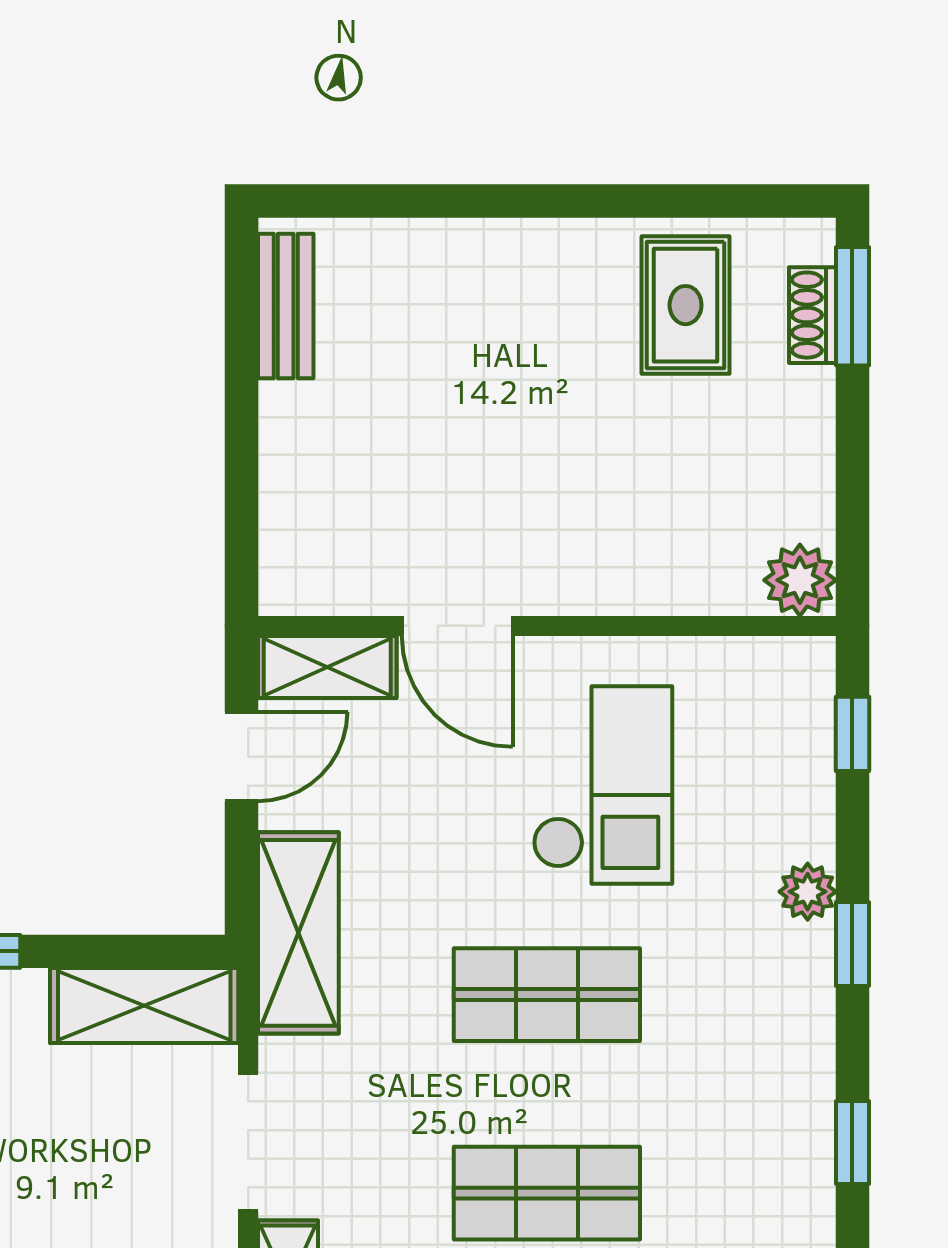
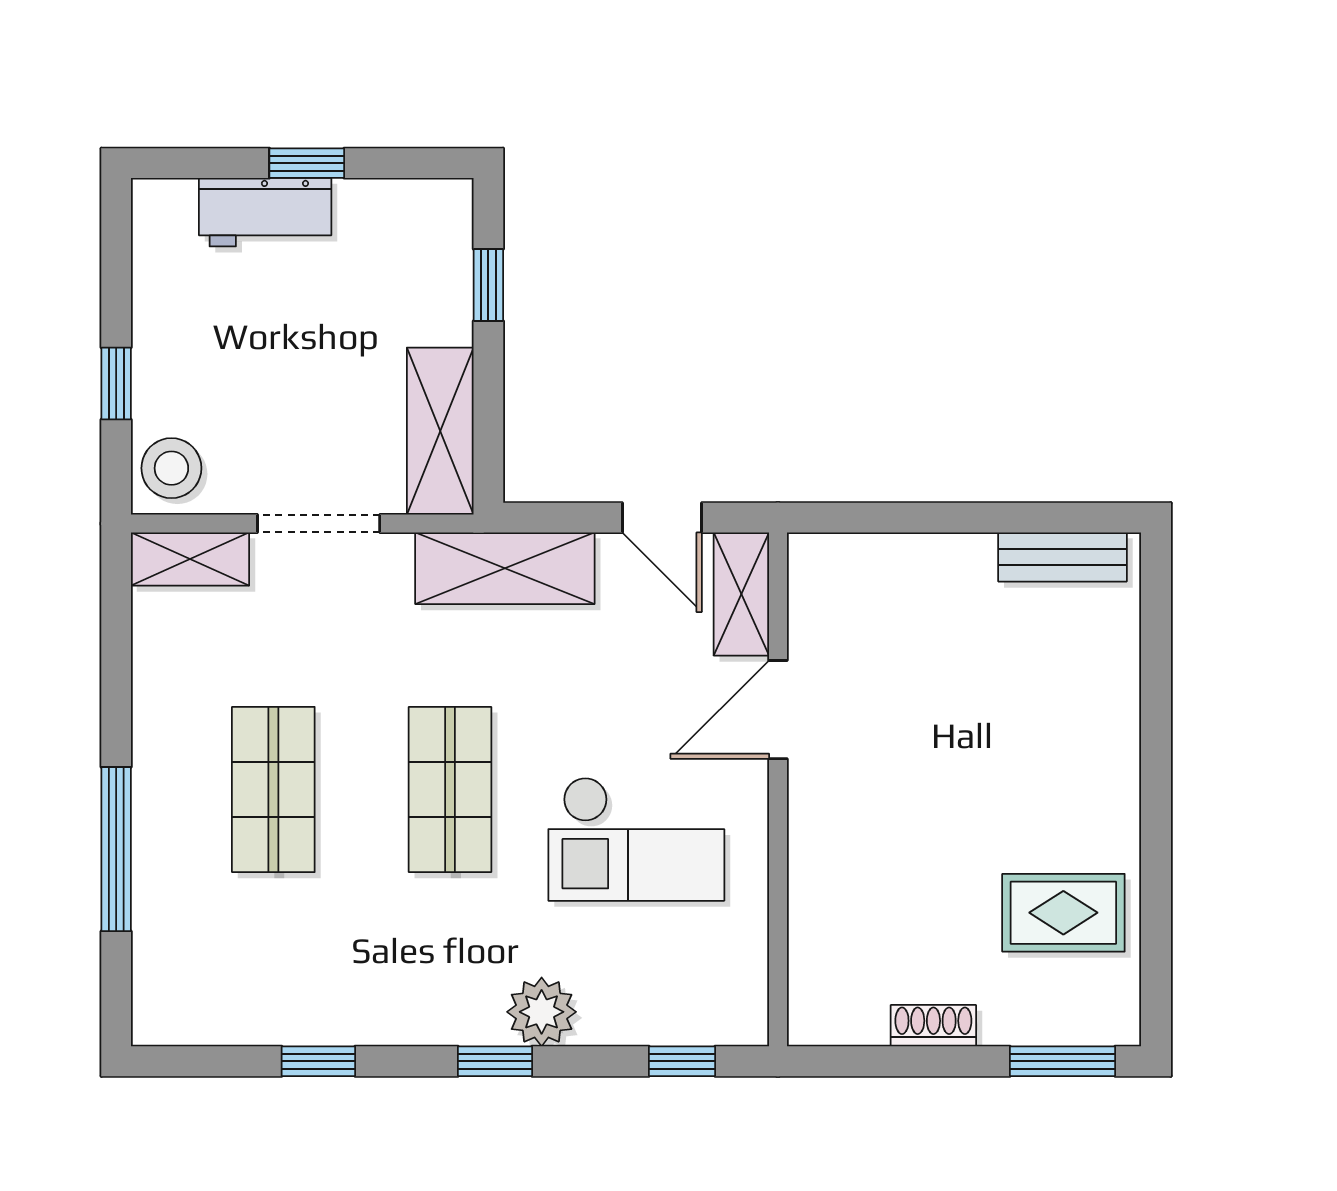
shoe rack: (813, 315) -> (933, 1026), moved
plant: (800, 580) -> (819, 1015), removed
plant: (808, 892) -> (542, 1012), width x1.38, depth x1.38

